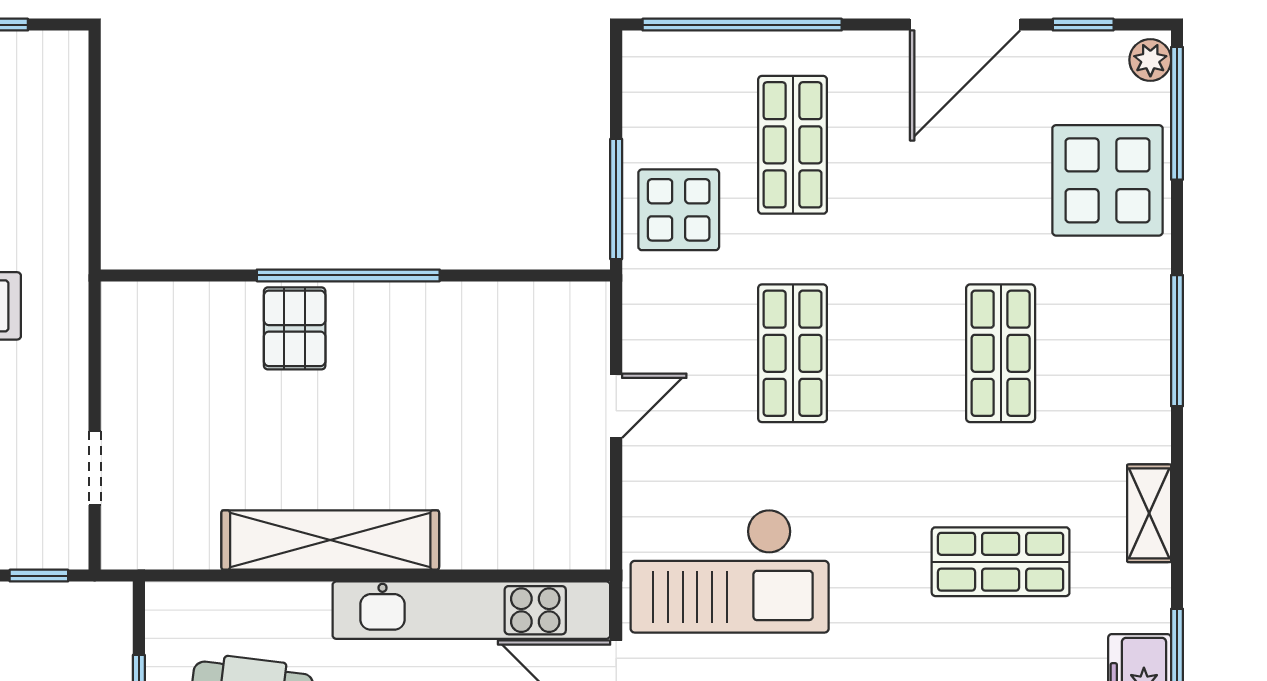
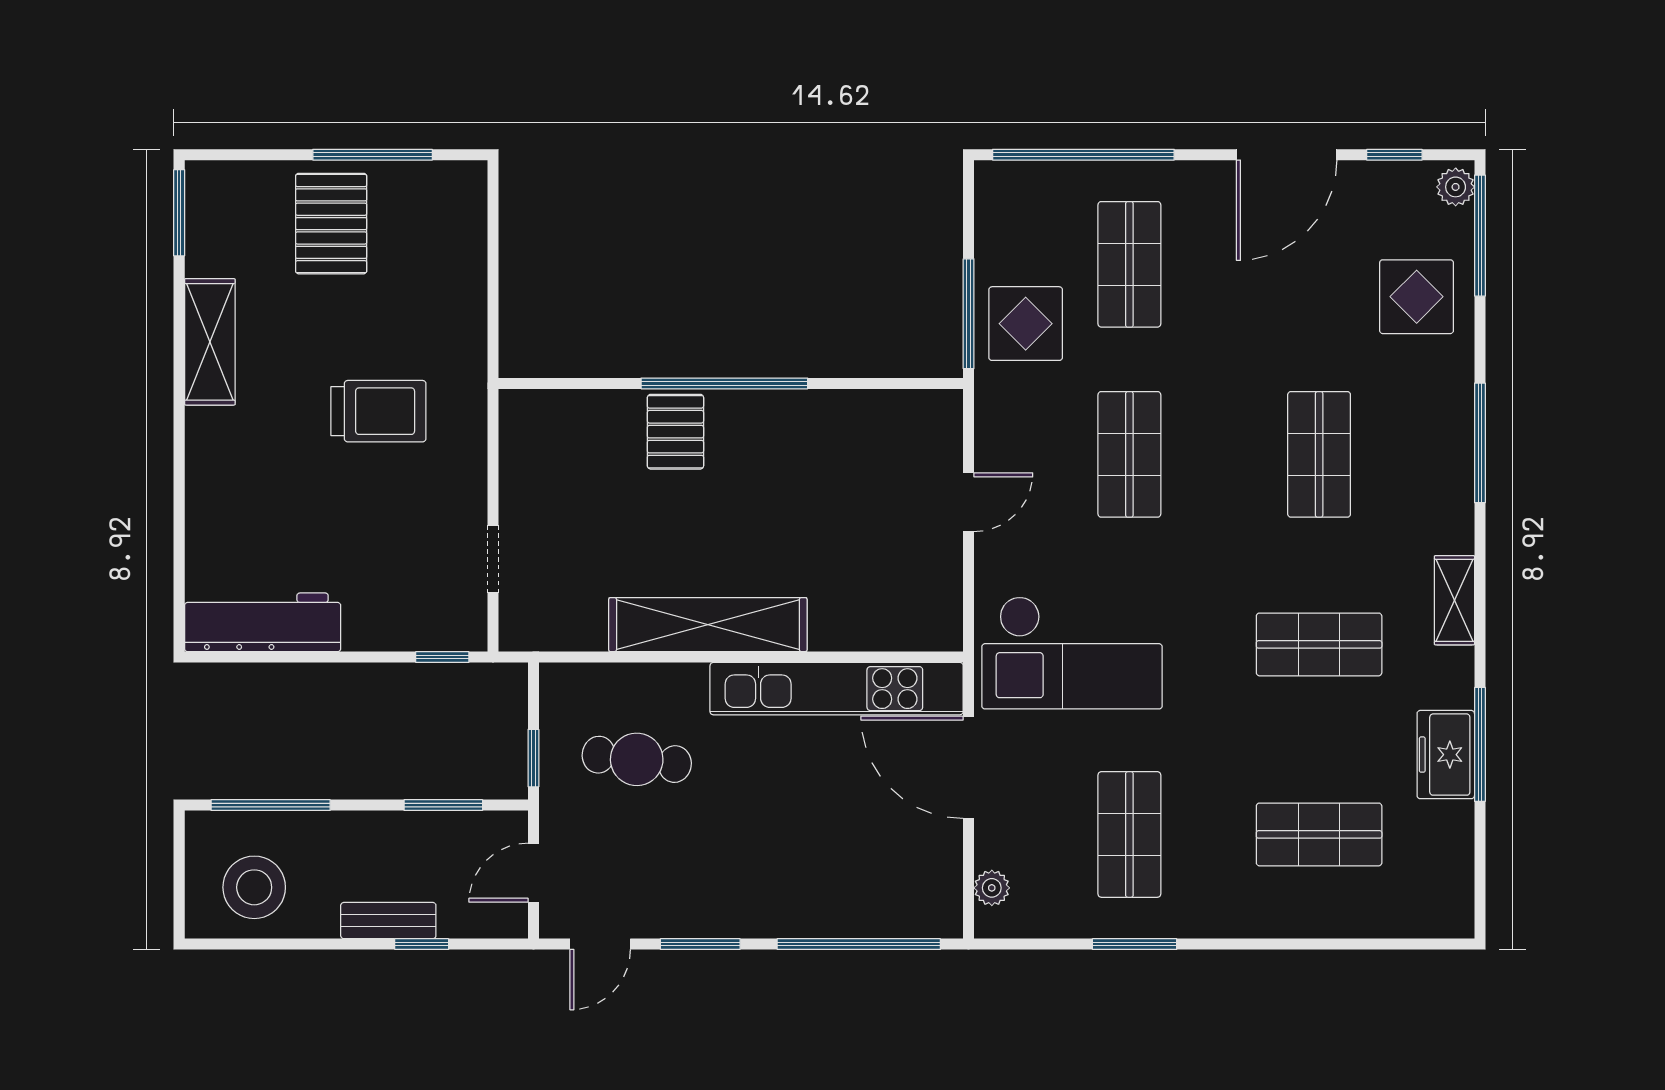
display table: (1107, 180) -> (1417, 297), width x0.73, depth x0.73

